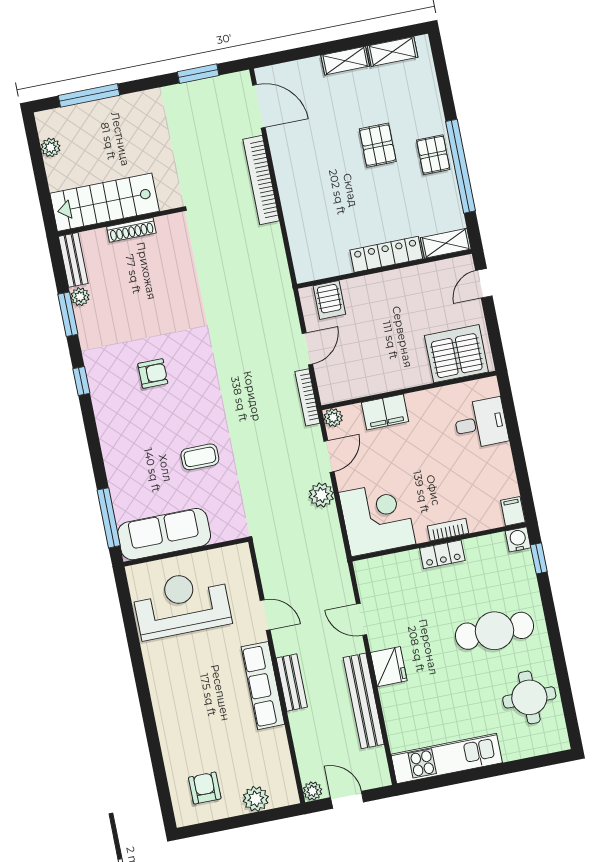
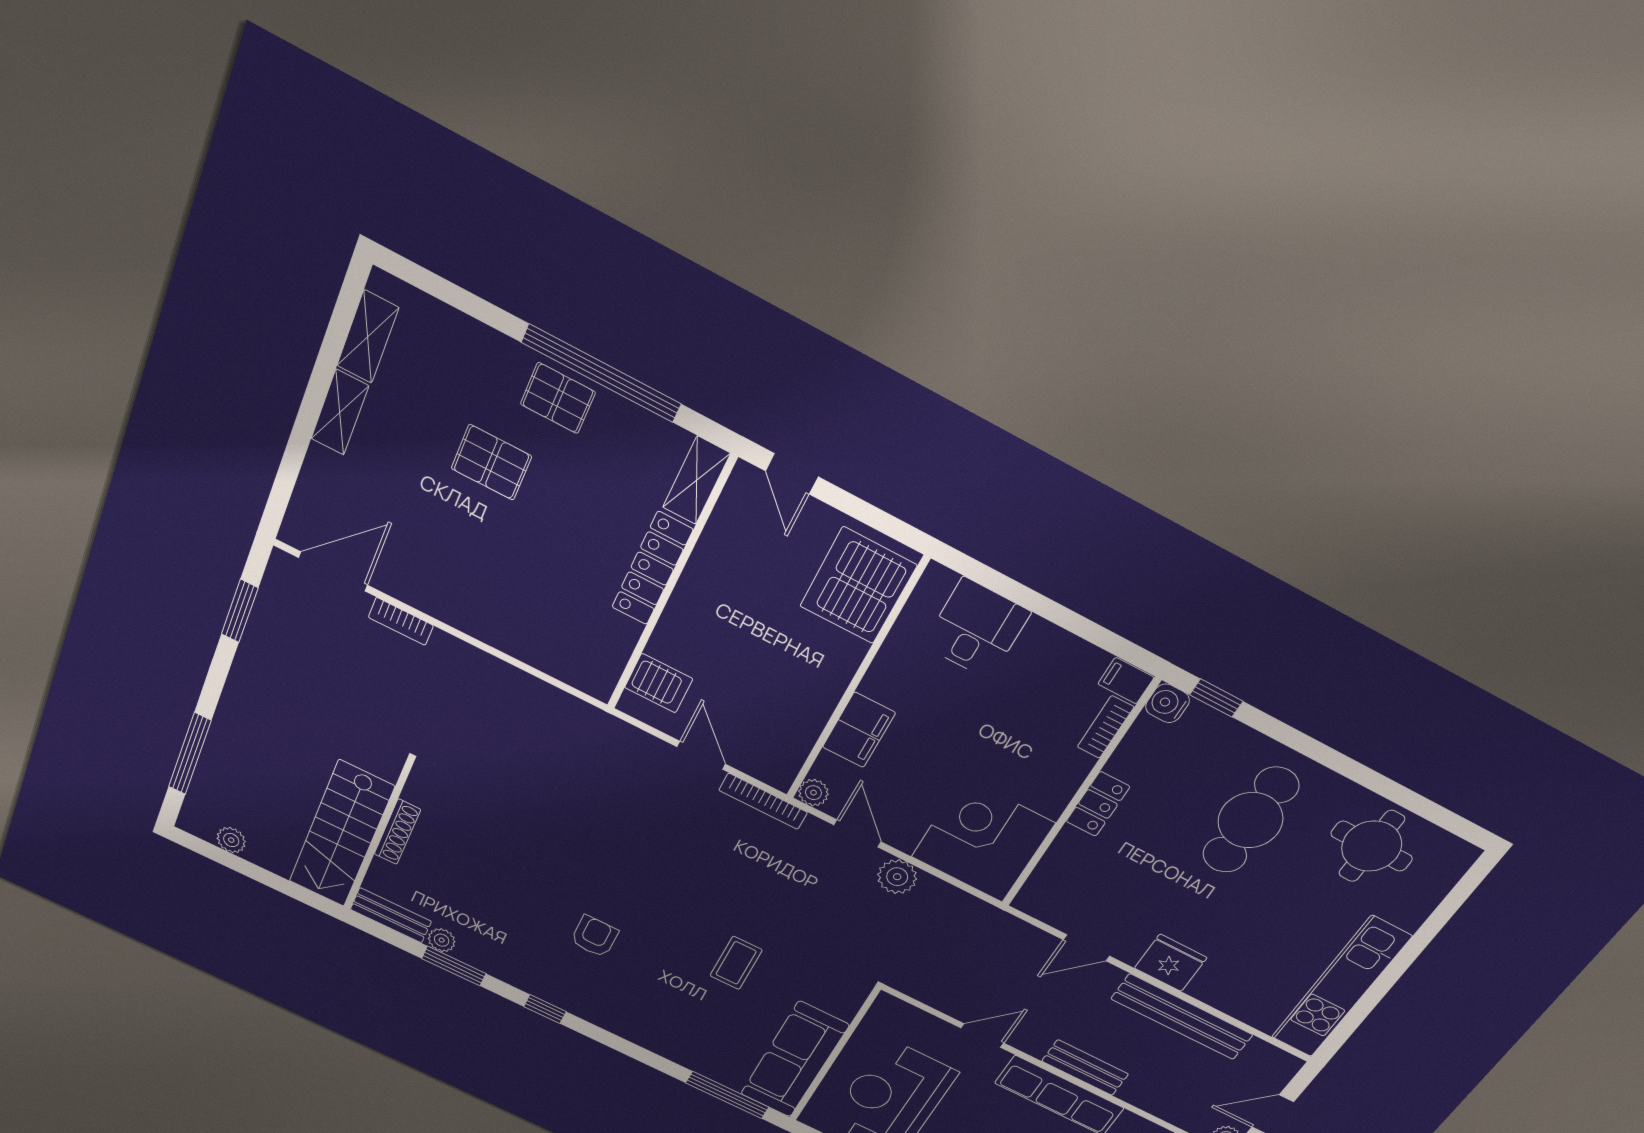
bookcase: (261, 180) -> (401, 621), width x0.43, depth x0.76
bookcase: (448, 530) -> (1105, 727), moved

